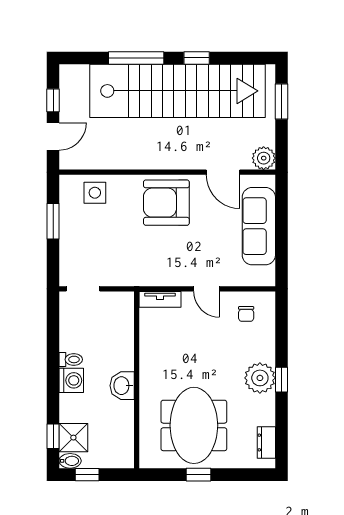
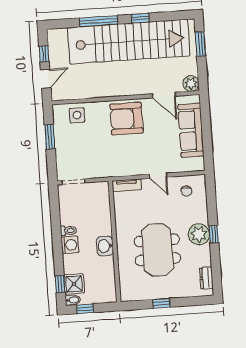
meeting table: (194, 425) -> (157, 250), moved

